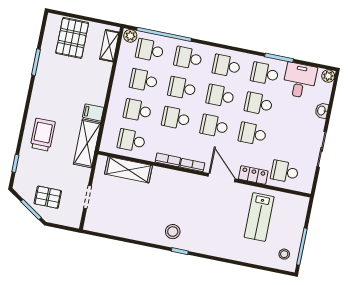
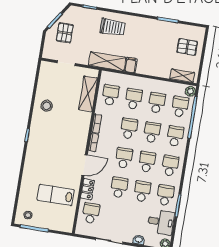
pallet: (72, 38) -> (187, 47), width x0.67, depth x0.71
stool: (173, 232) -> (47, 106), moved

